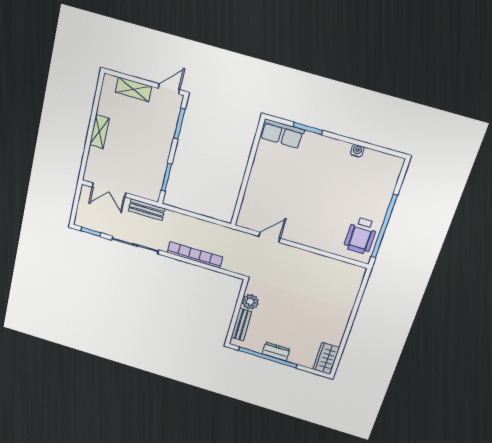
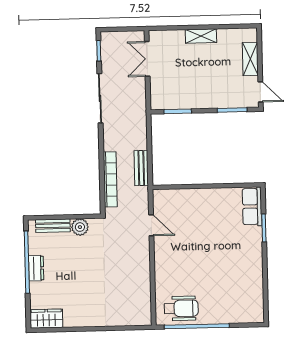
water cooler: (357, 151) -> (258, 278), removed
bench: (147, 210) -> (141, 168), moved
wheelchair: (361, 236) -> (181, 308), turned 180
bookcase: (195, 255) -> (110, 179), moved

